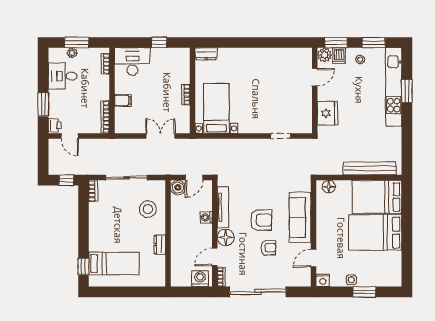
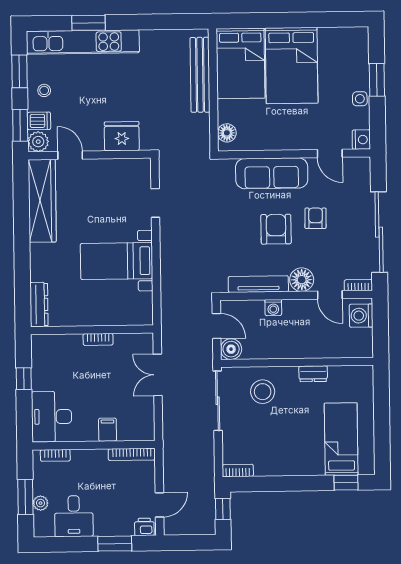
dresser: (206, 54) -> (39, 305), width x1.44
wardrobe: (283, 57) -> (42, 201), added
bed with nightstands: (216, 108) -> (117, 261), moved
sliding door: (127, 178) -> (218, 401), moved

